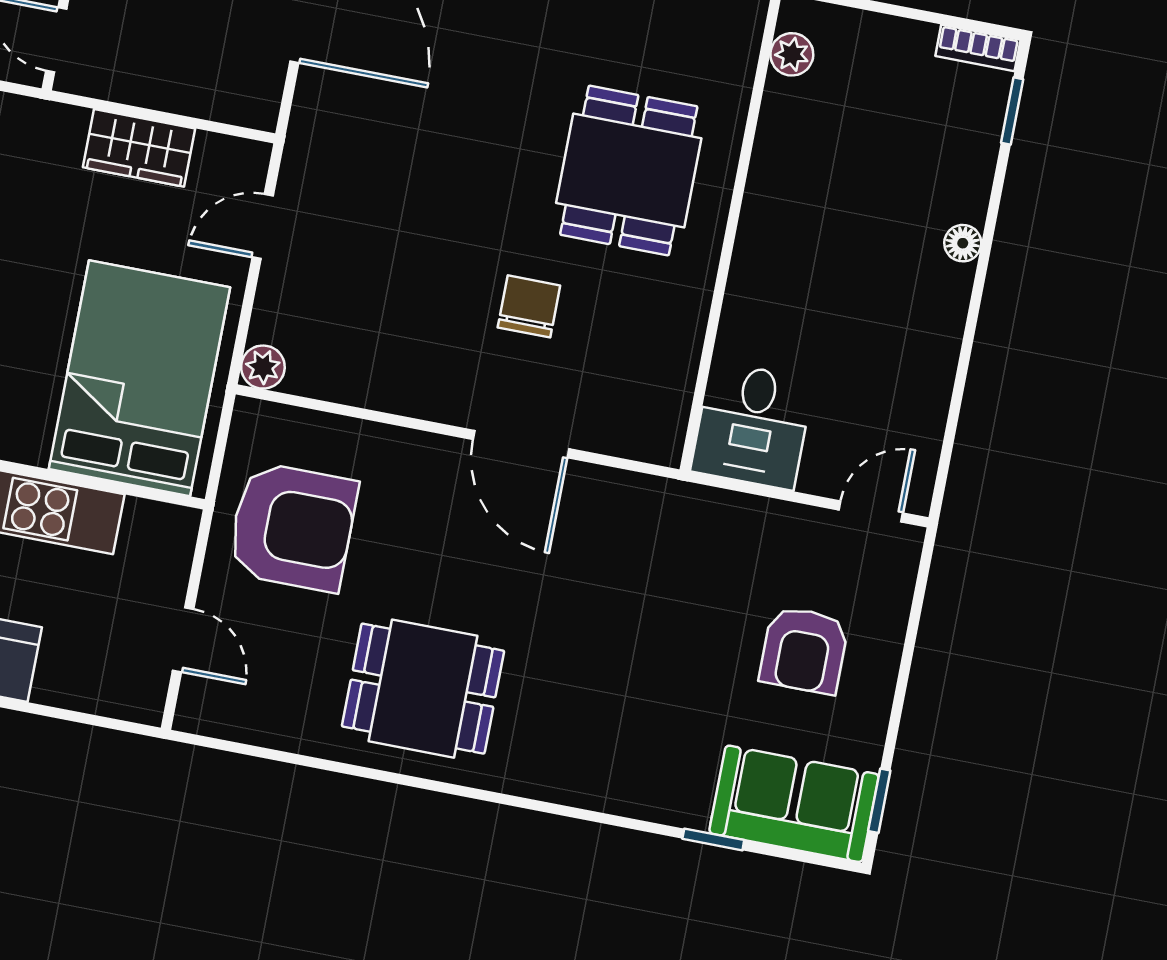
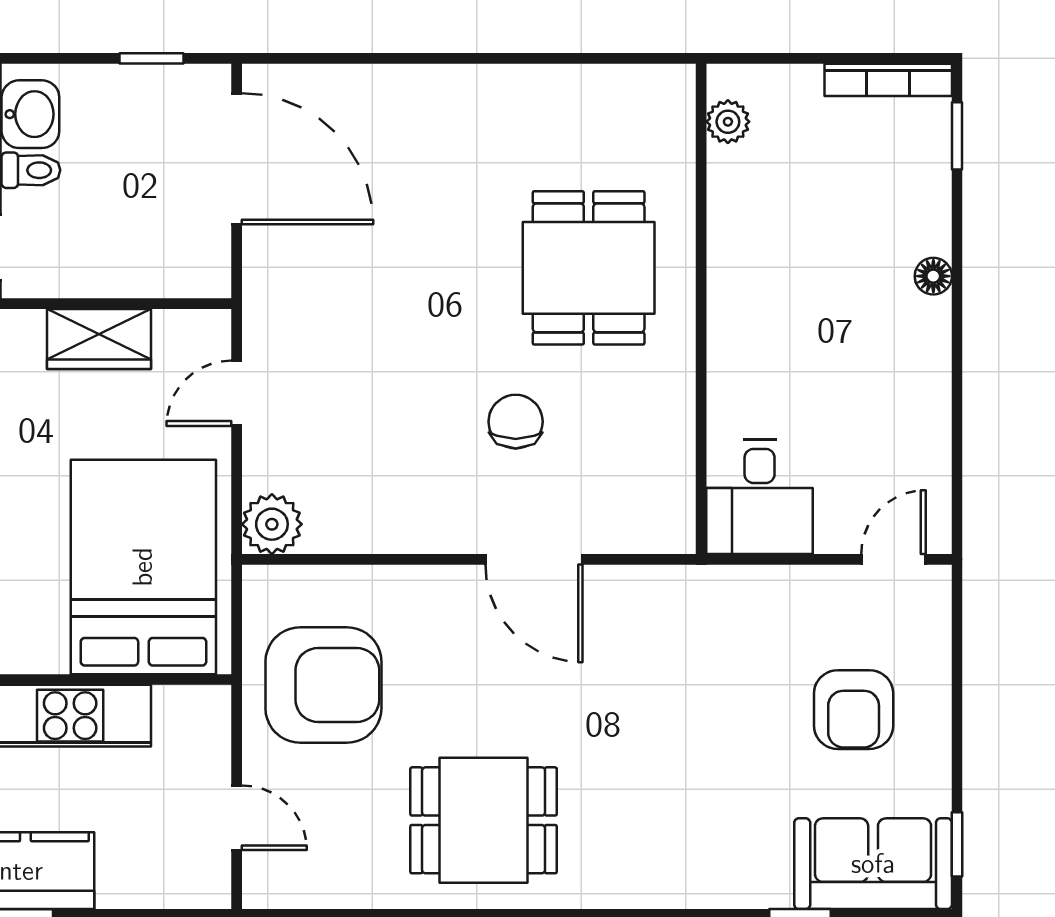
bookcase: (978, 48) -> (888, 80), width x1.56
plant: (263, 367) -> (272, 524), width x1.38, depth x1.38

